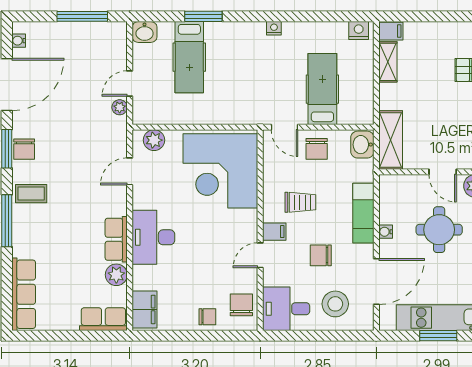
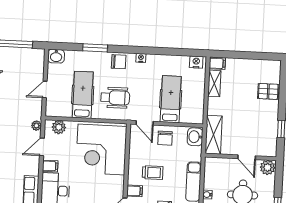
chair: (240, 36) -> (119, 62), added
hospital bed: (189, 57) -> (83, 95), moved, turned 180
wheelchair: (238, 91) -> (115, 98), added
plant: (120, 107) -> (36, 126), moved
filing cabinet: (144, 200) -> (50, 166), added

